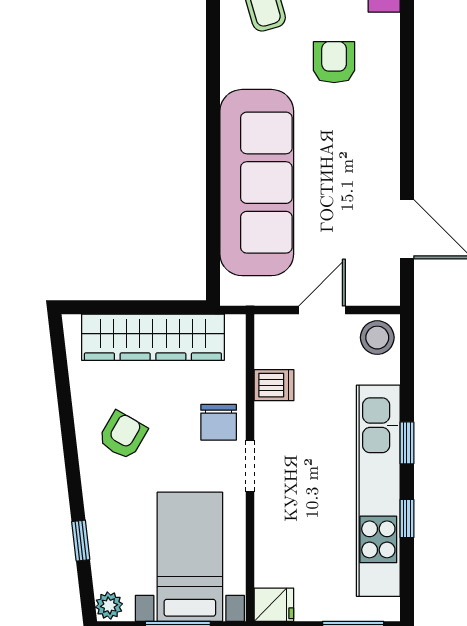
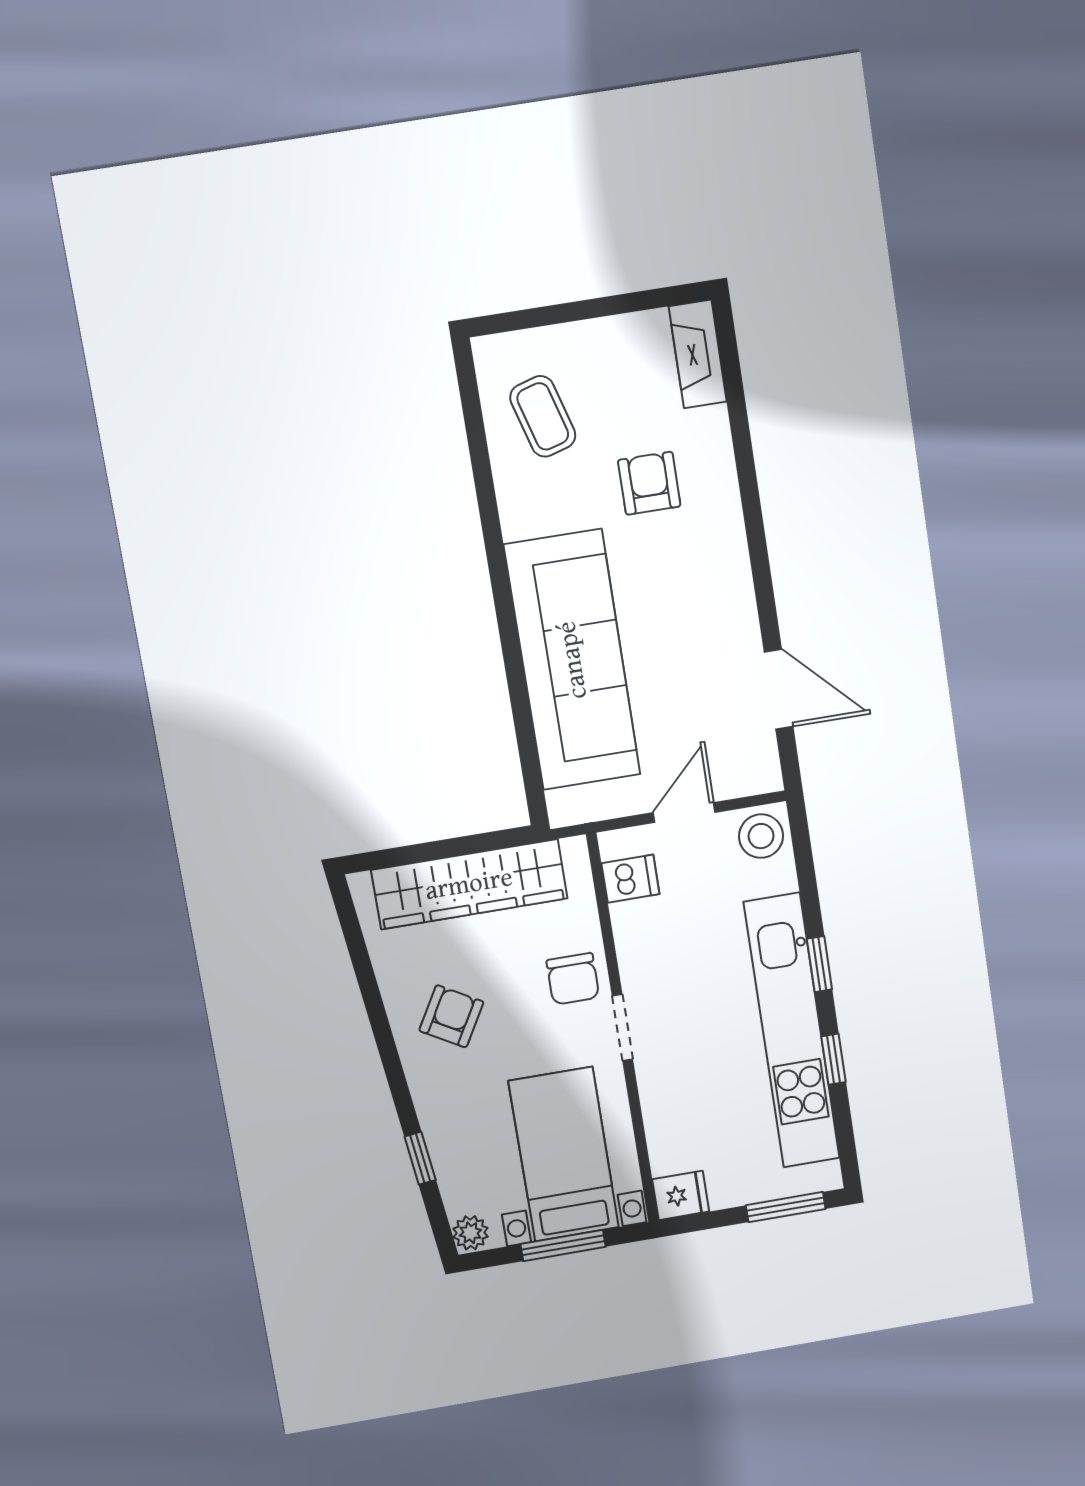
dishwasher: (274, 385) -> (630, 879), moved

